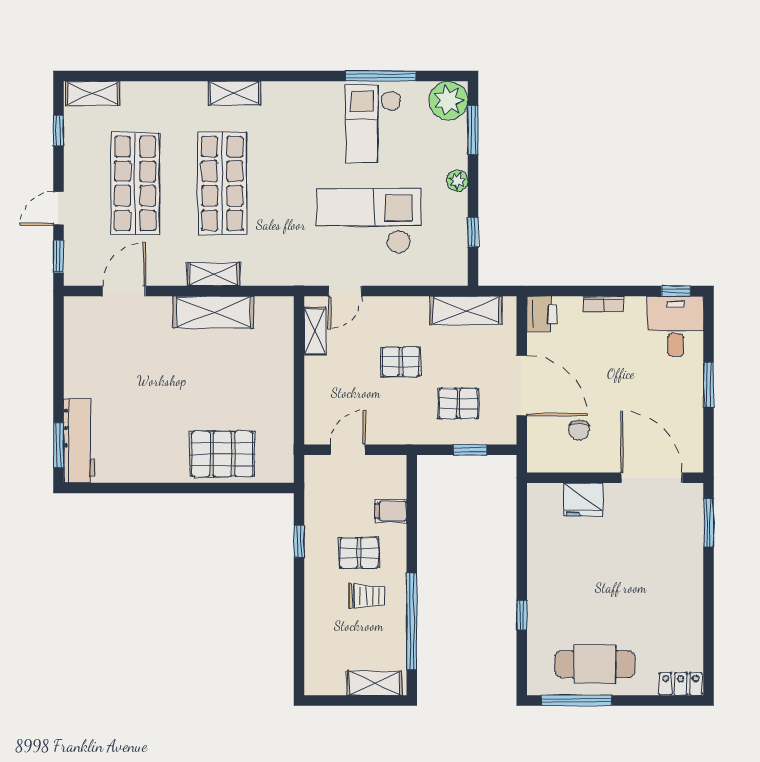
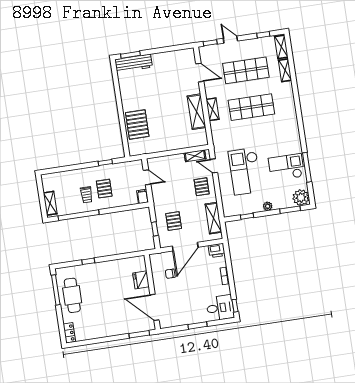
shelving: (235, 93) -> (285, 70), moved
checkout: (368, 221) -> (245, 171), turned 180
pallet: (401, 362) -> (202, 187), moved
door: (652, 478) -> (155, 307), swing flipped
filing cabinet: (391, 511) -> (142, 197), moved

